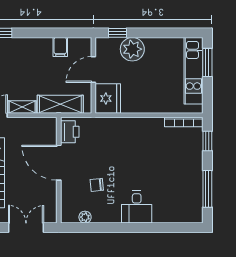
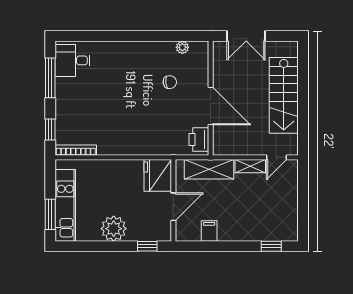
plant: (132, 49) -> (114, 229), moved
desk: (137, 207) -> (73, 60), moved, turned -90

